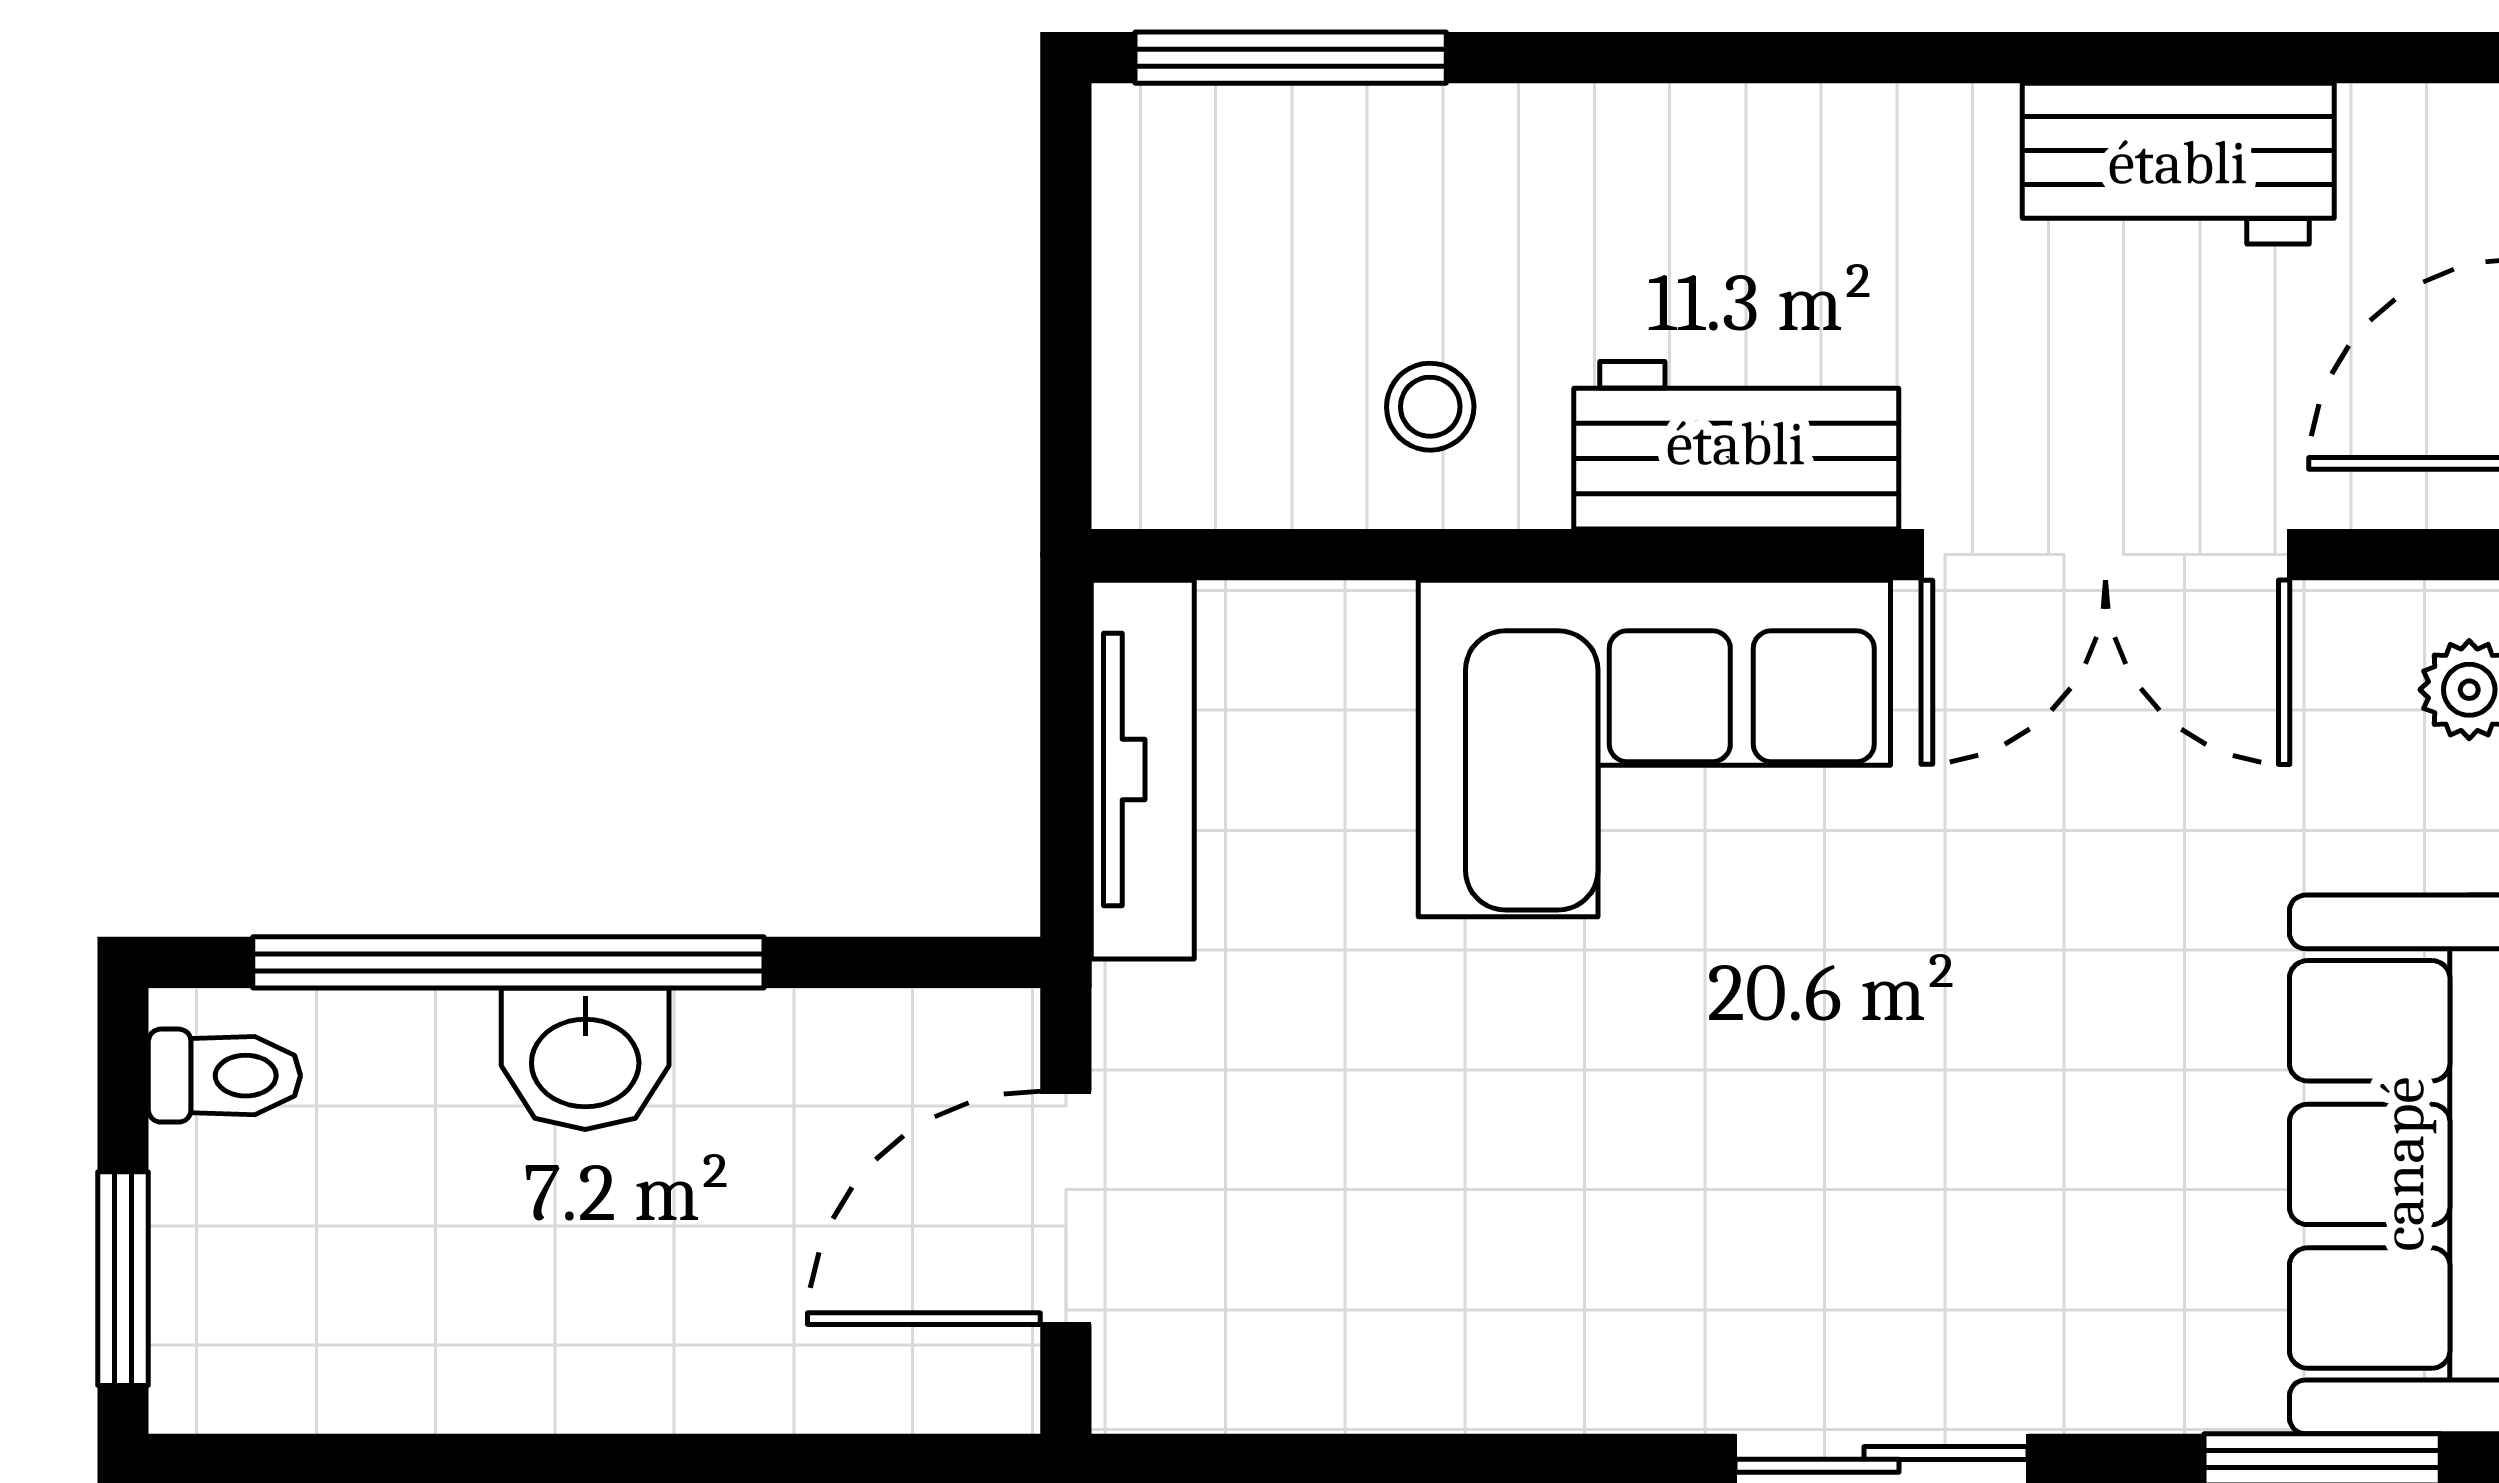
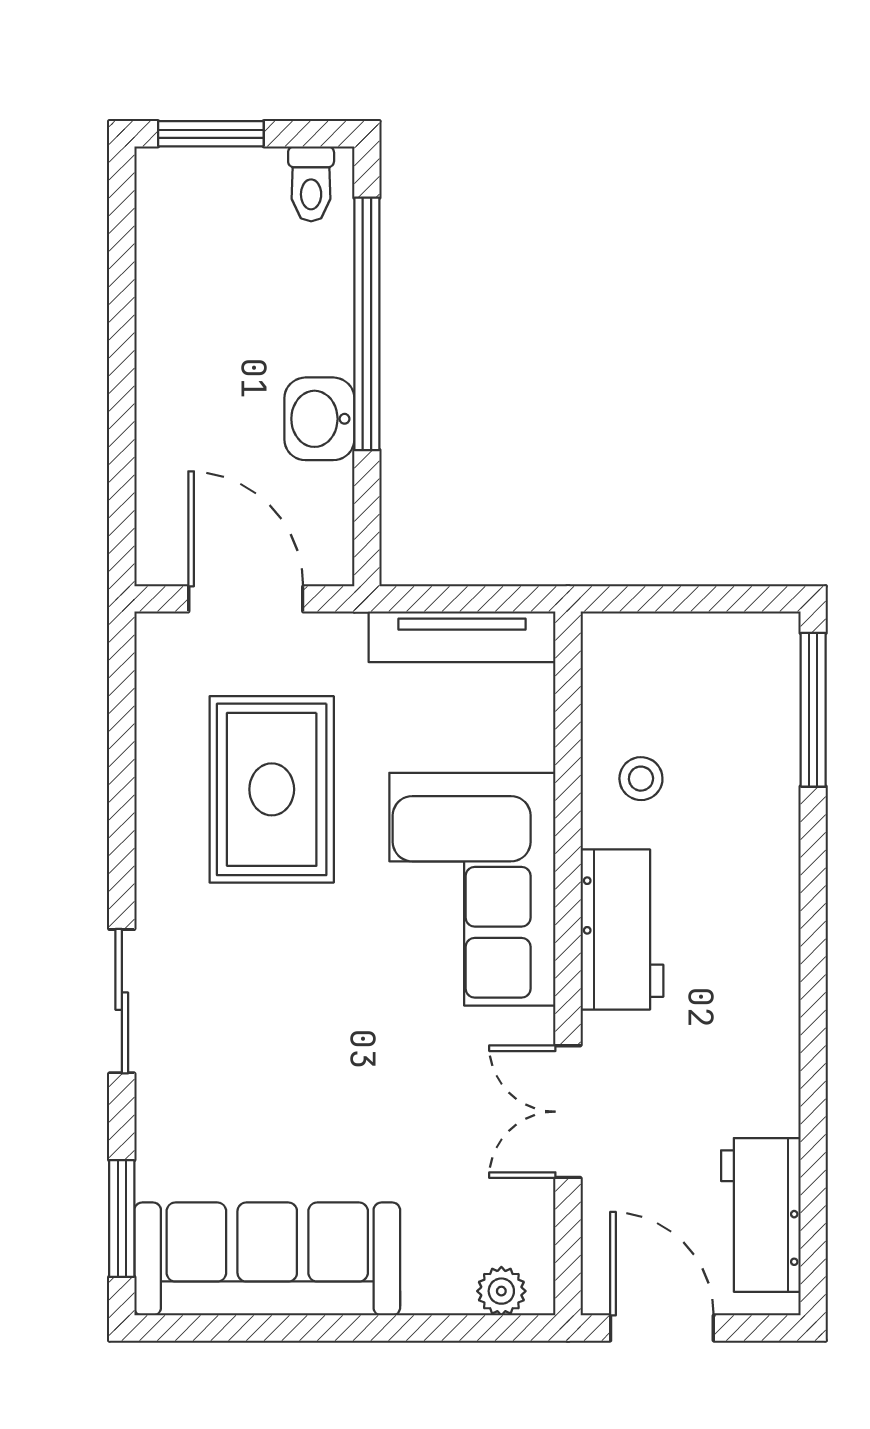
workbench: (2178, 164) -> (761, 1215), moved
double door: (2105, 555) -> (568, 1112), width x0.73
washbasin: (585, 1059) -> (319, 419), moved
rug: (1452, 1155) -> (272, 789), added

